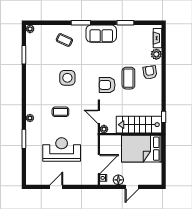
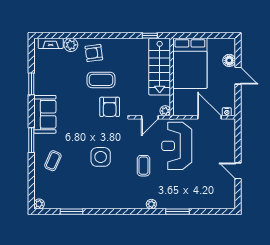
reception desk: (62, 149) -> (177, 146), moved
floor lamp: (118, 180) -> (229, 60), moved

